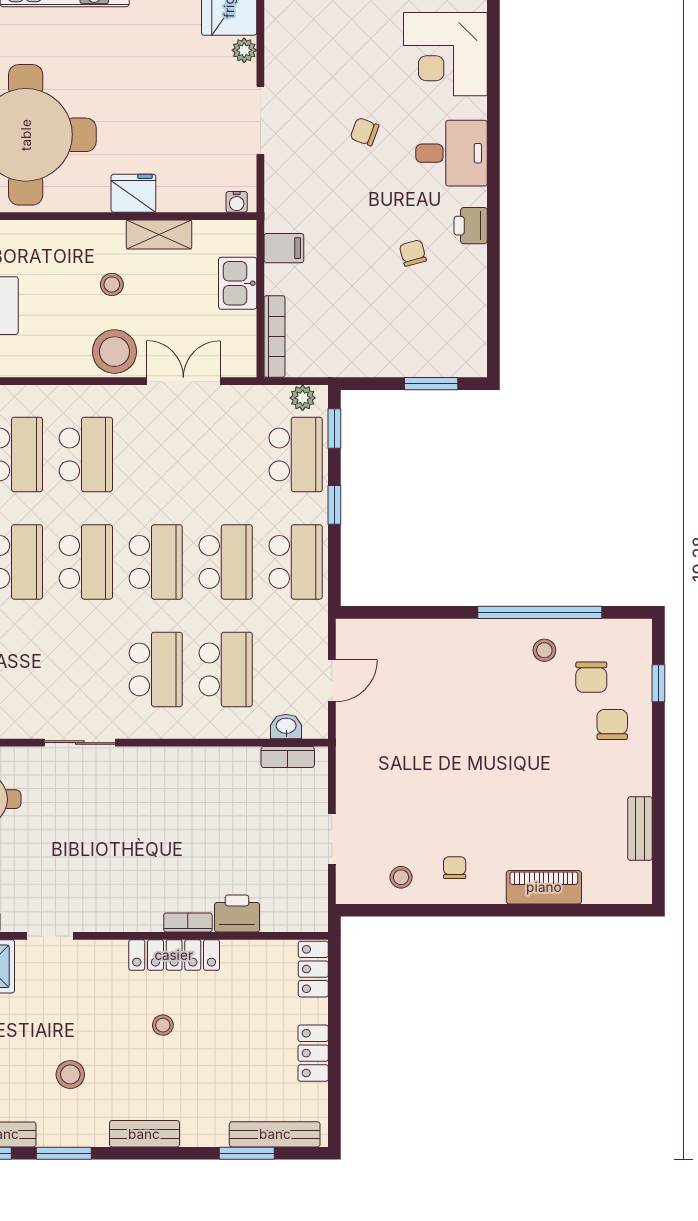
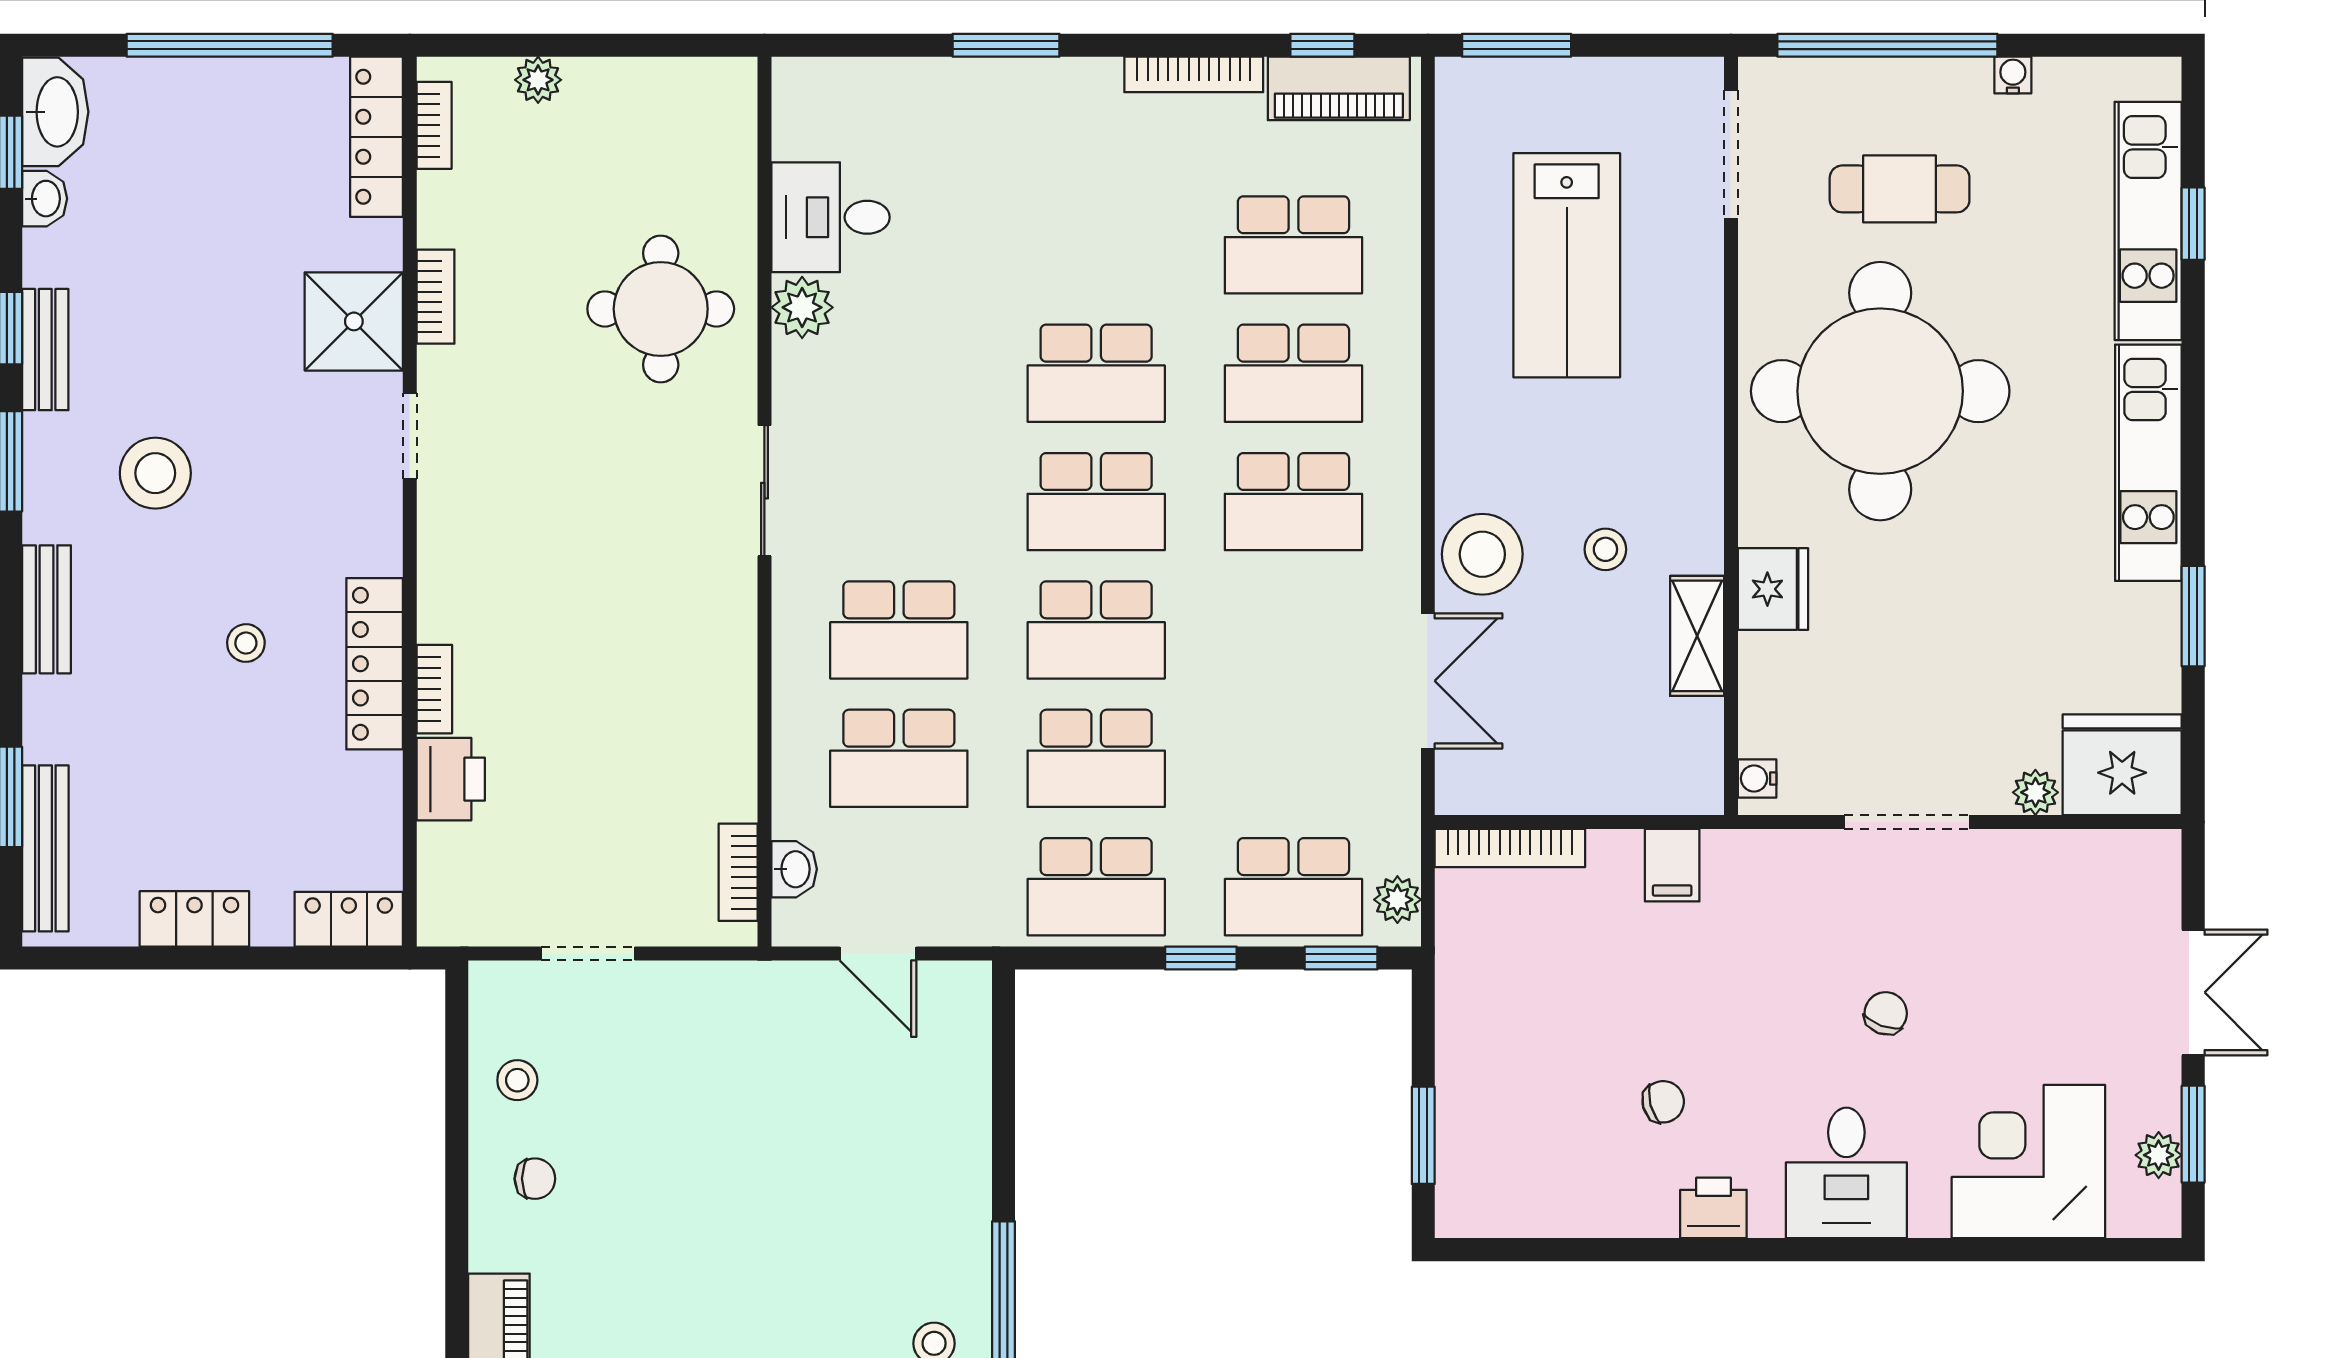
kitchen sink: (238, 283) -> (1608, 780), removed
stool: (70, 1074) -> (155, 473), width x1.38, depth x1.38

